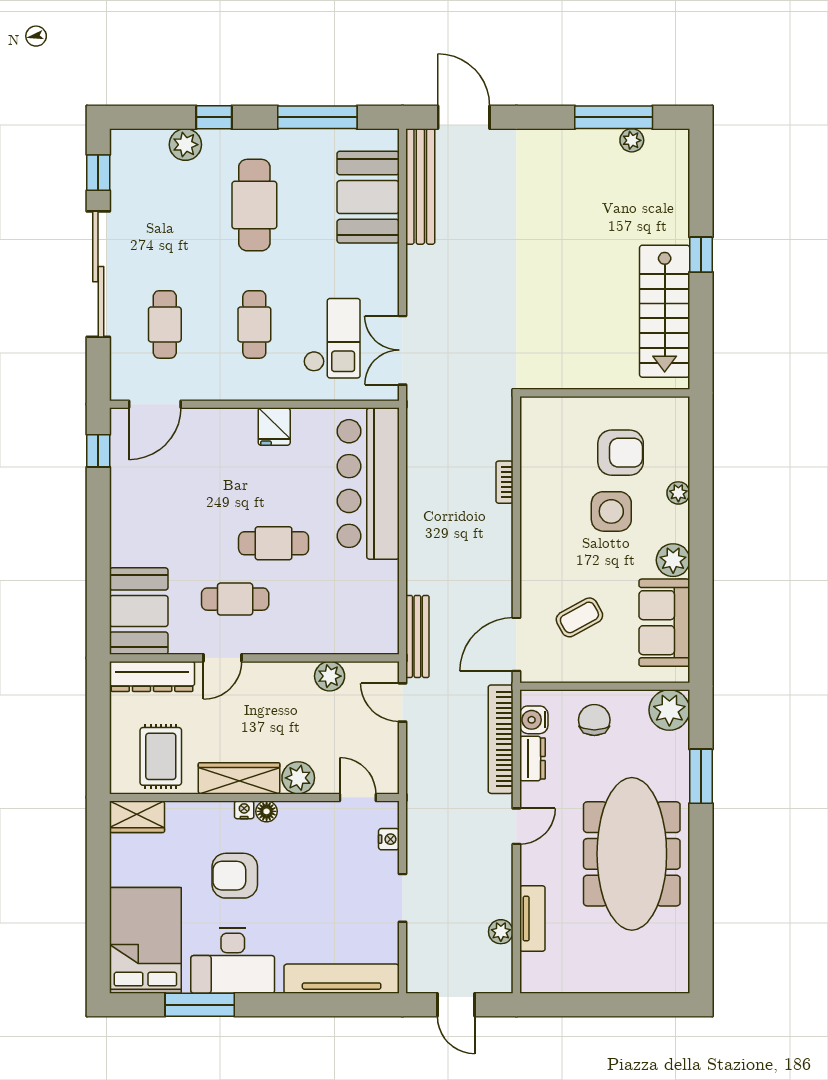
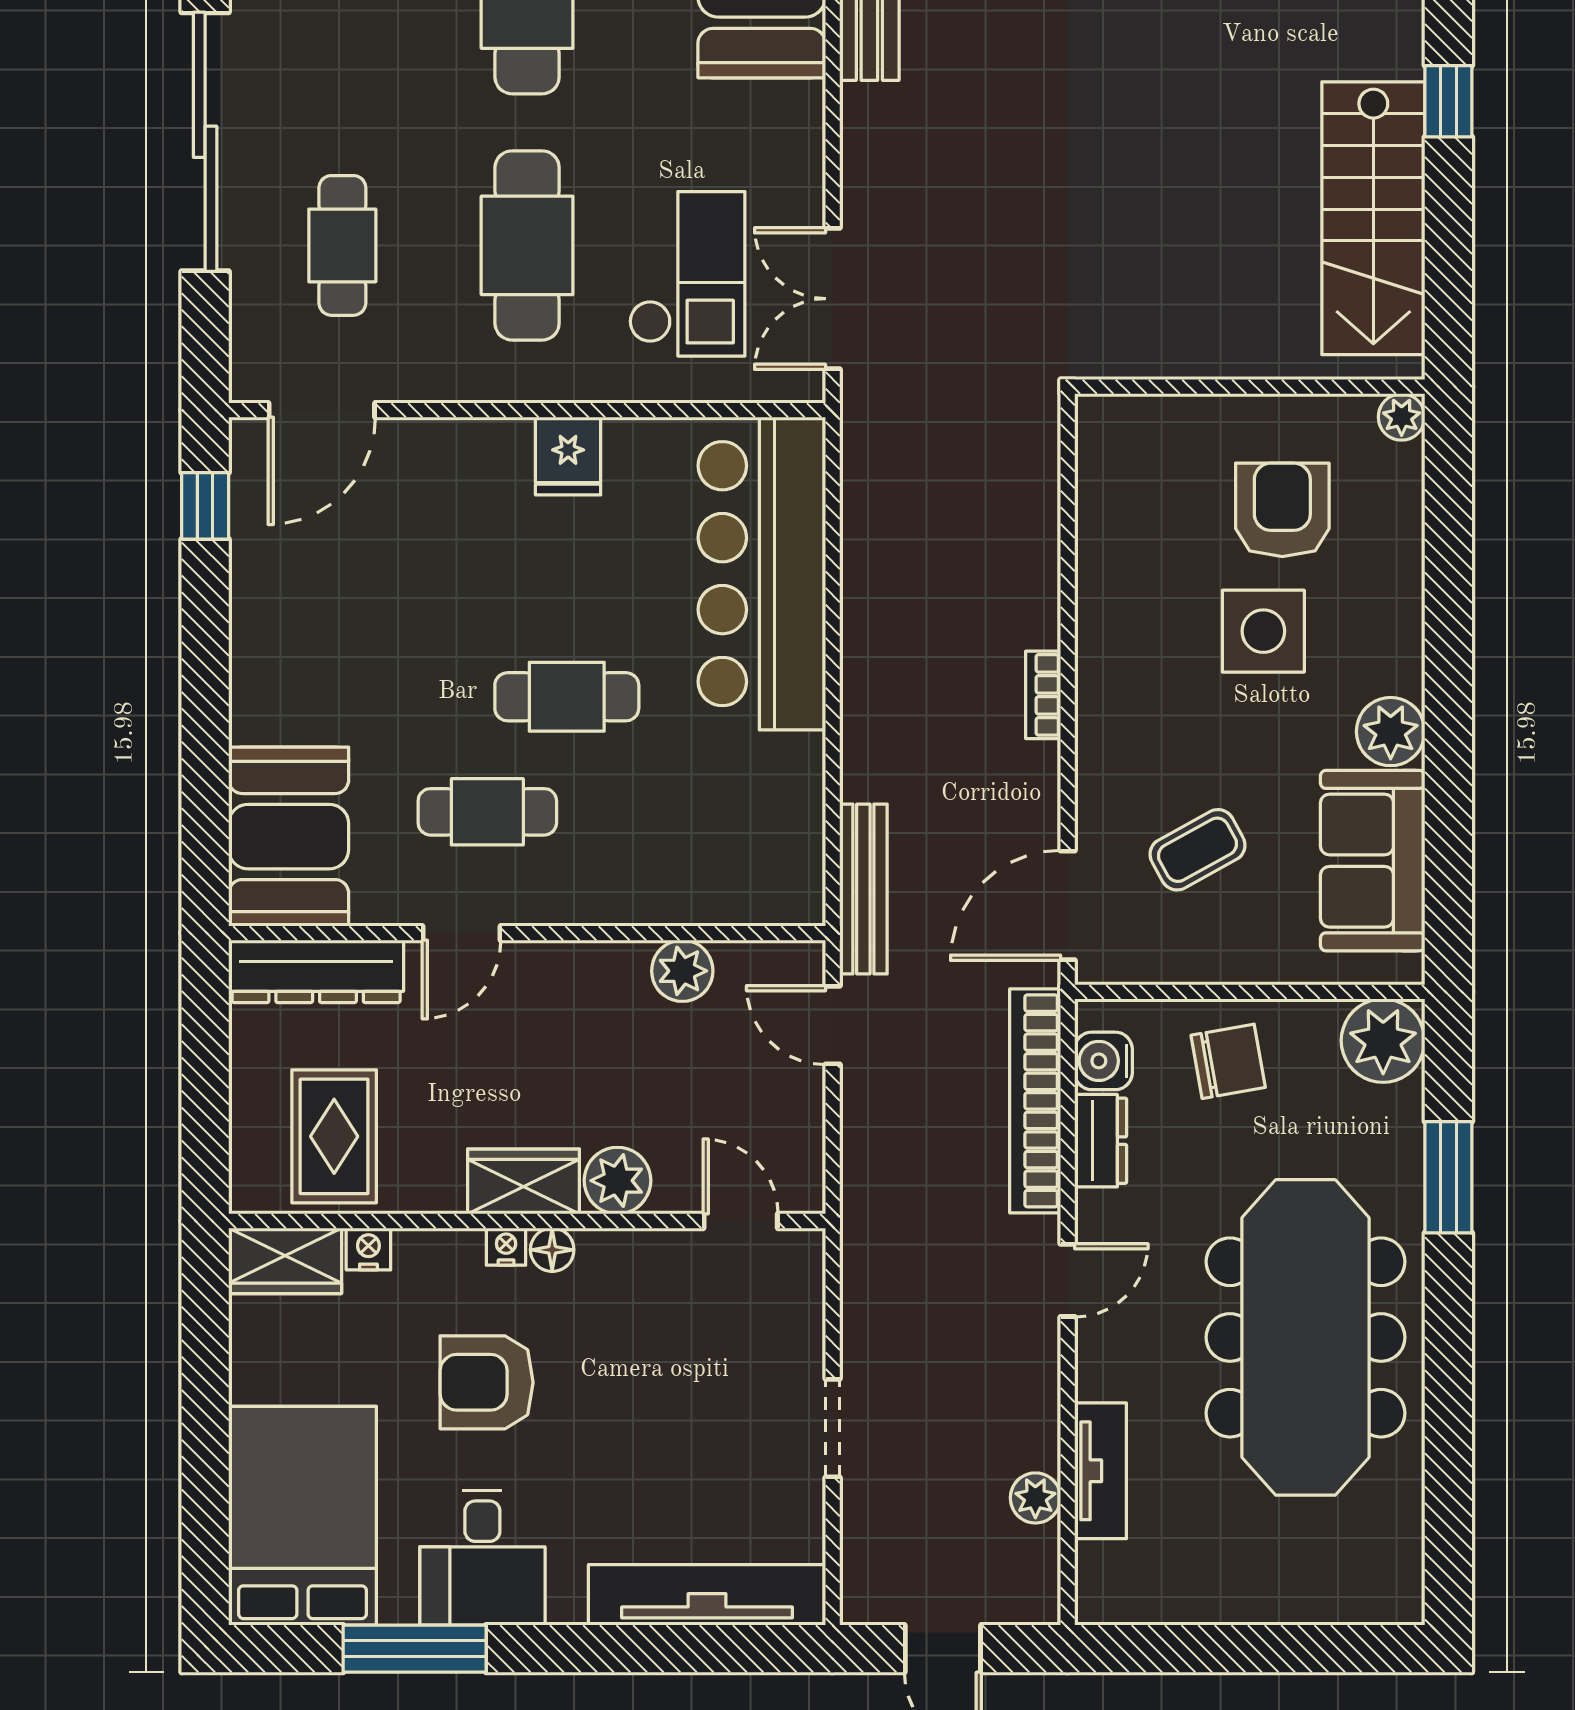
cafe table: (254, 324) -> (527, 245), width x1.37, depth x1.35
armchair: (621, 453) -> (1282, 510), turned -90
bookcase: (505, 482) -> (1043, 695), moved
plant: (678, 493) -> (1402, 417), moved
chair: (594, 720) -> (1228, 1061), turned 80
wardrobe: (239, 778) -> (524, 1181), width x0.67
nightstand: (389, 839) -> (368, 1249), moved, turned -90
desk: (233, 961) -> (482, 1558), width x0.73

